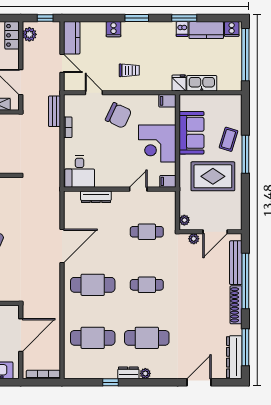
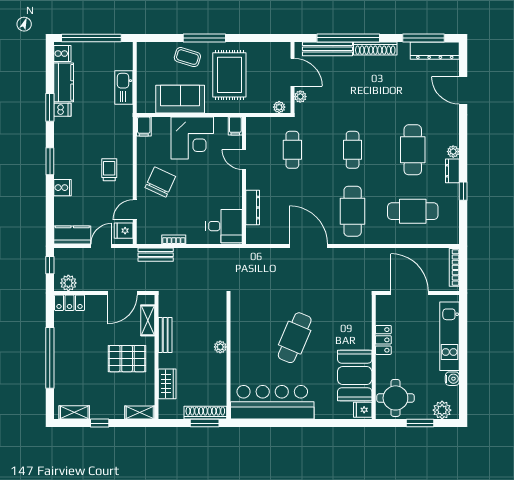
fridge: (179, 83) -> (124, 231), moved
cafe table: (93, 338) -> (413, 211), turned 90

